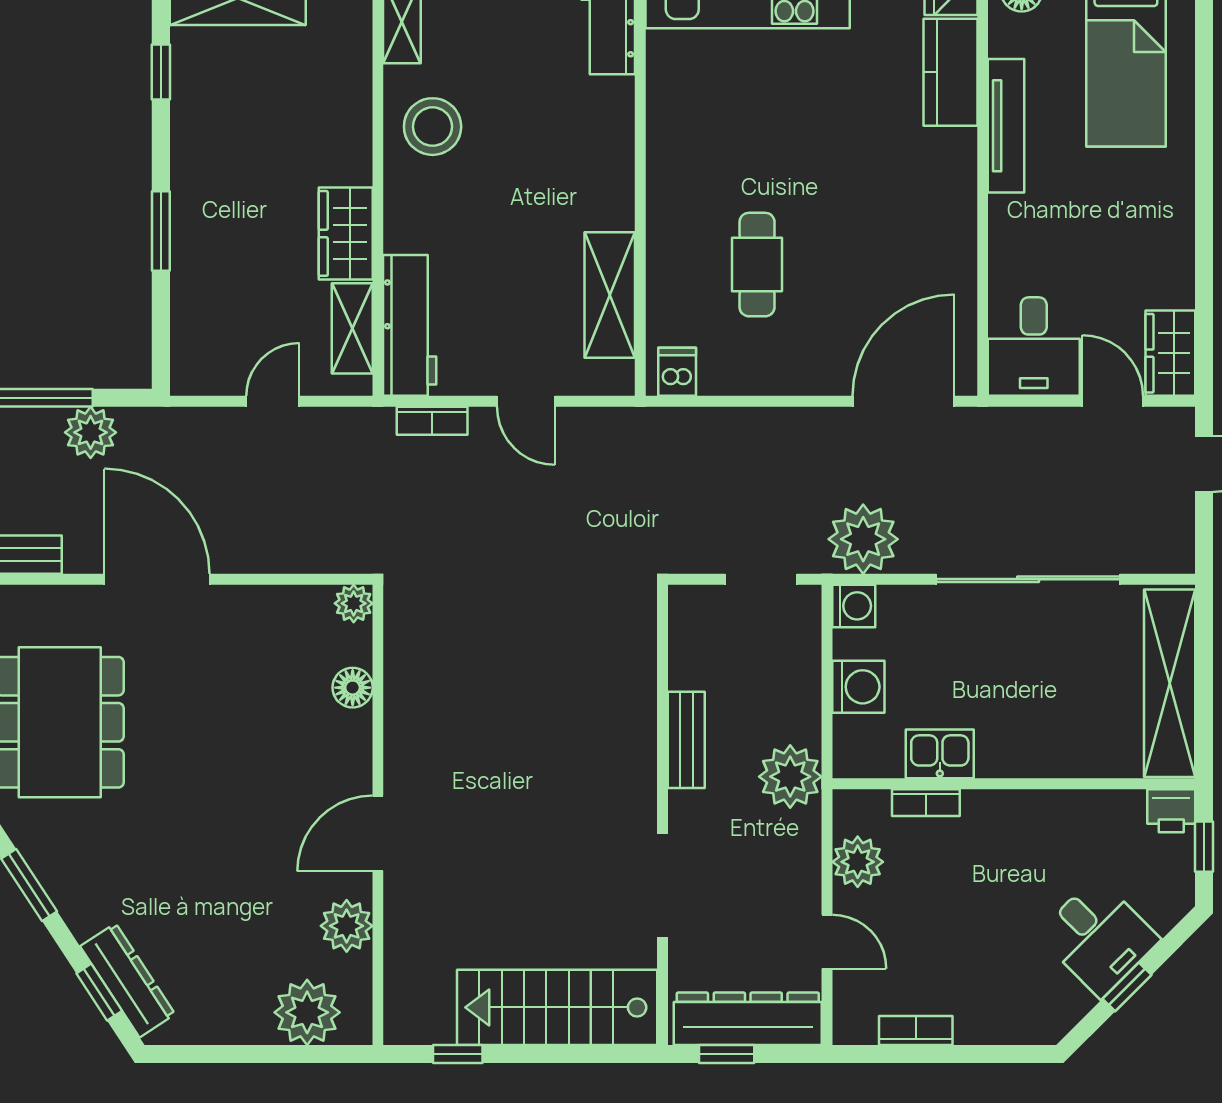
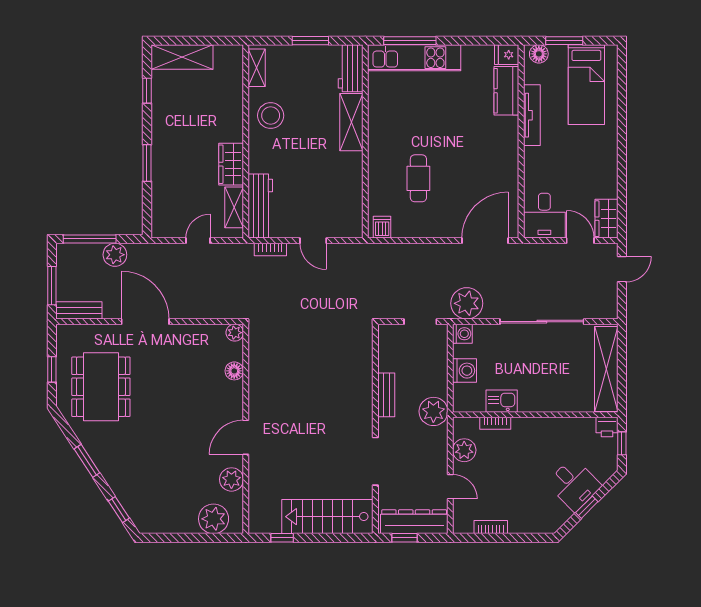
shelving: (610, 295) -> (351, 122), moved
dresser: (128, 980) -> (132, 504), removed

